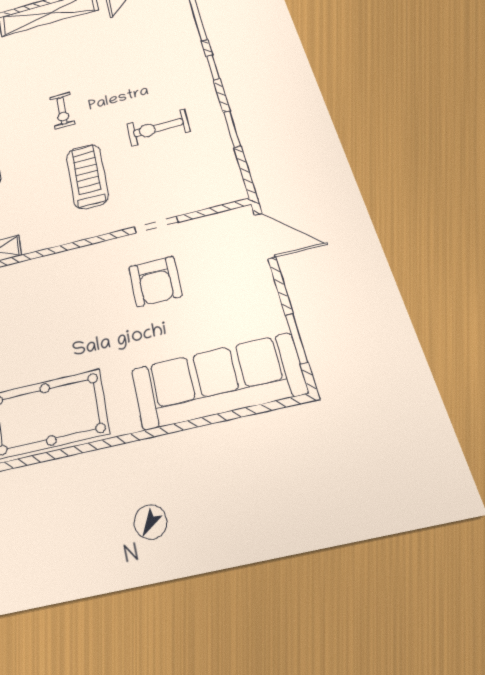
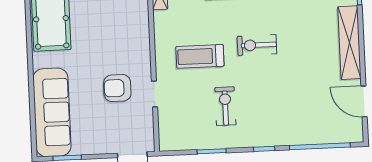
exercise bike: (62, 111) -> (257, 45), width x1.38, depth x1.39
treadmill: (87, 176) -> (200, 56), turned 180

